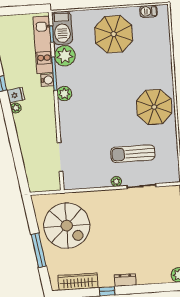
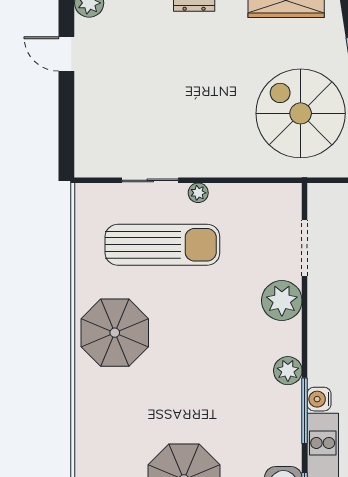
plant: (65, 56) -> (282, 301), moved
sun lounger: (133, 154) -> (162, 245), width x1.36, depth x1.34

